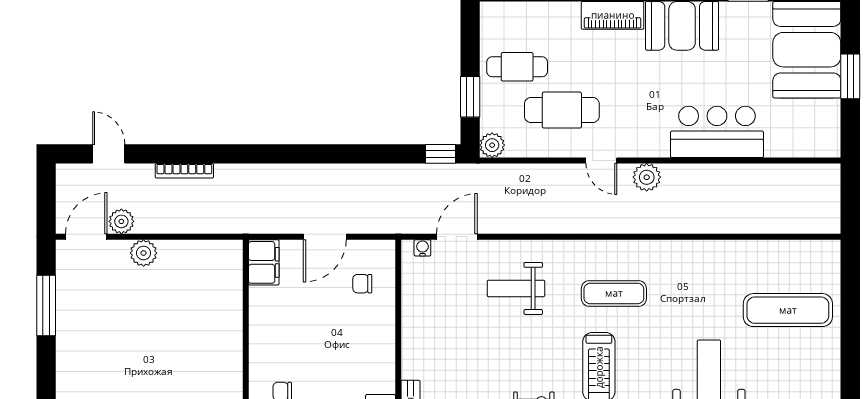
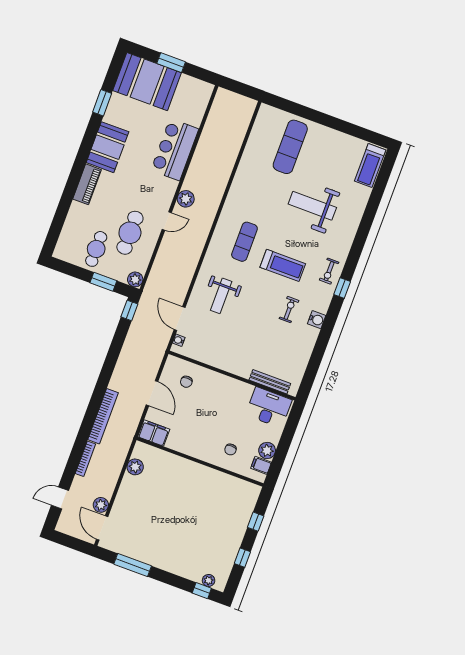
bookcase: (261, 174) -> (103, 416), added
plant: (144, 253) -> (135, 467), moved

